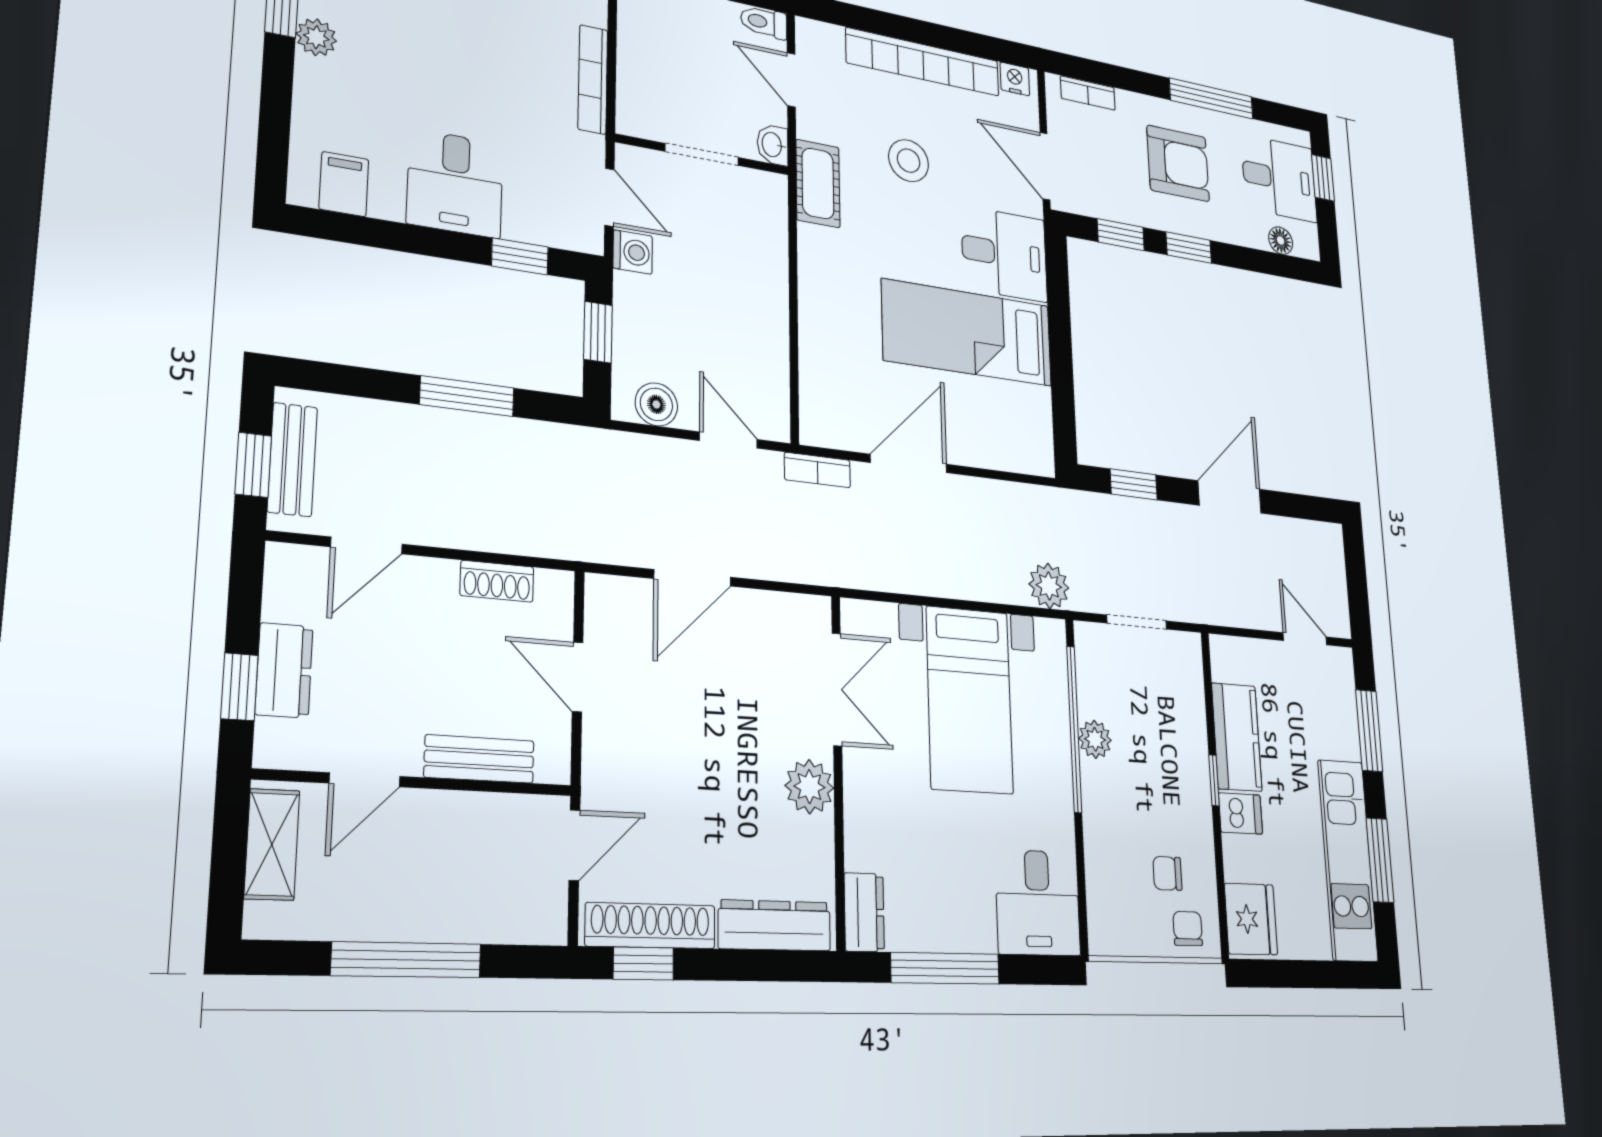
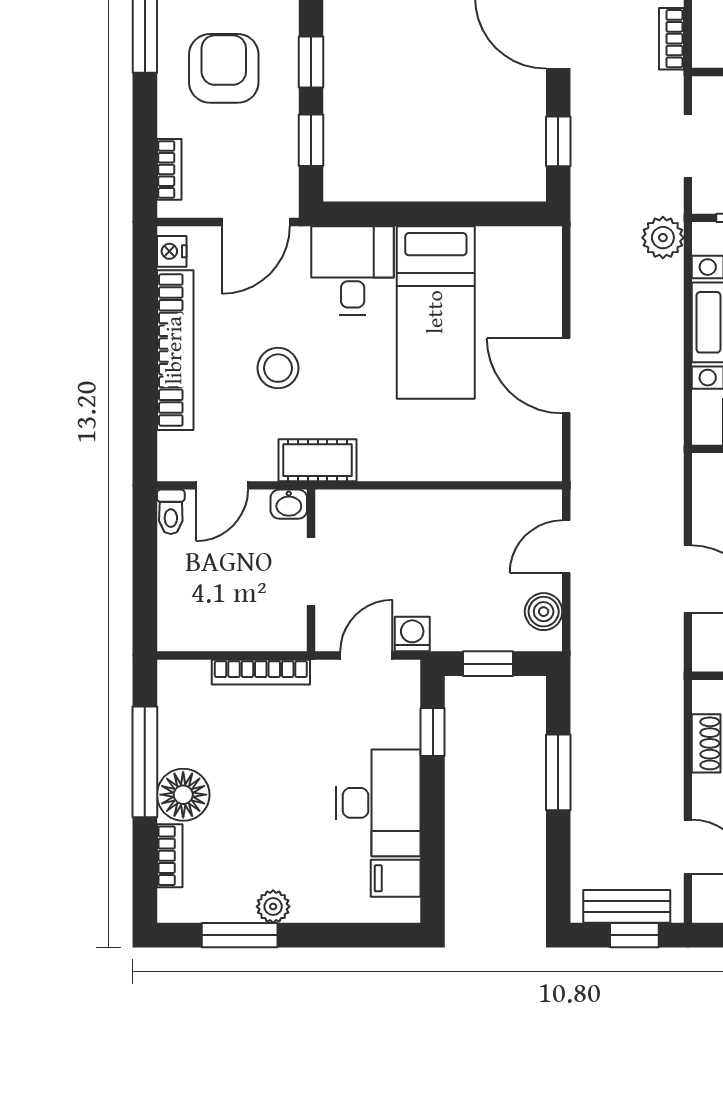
desk: (455, 183) -> (378, 803), width x1.37
bookcase: (817, 470) -> (671, 39), moved, turned 180

